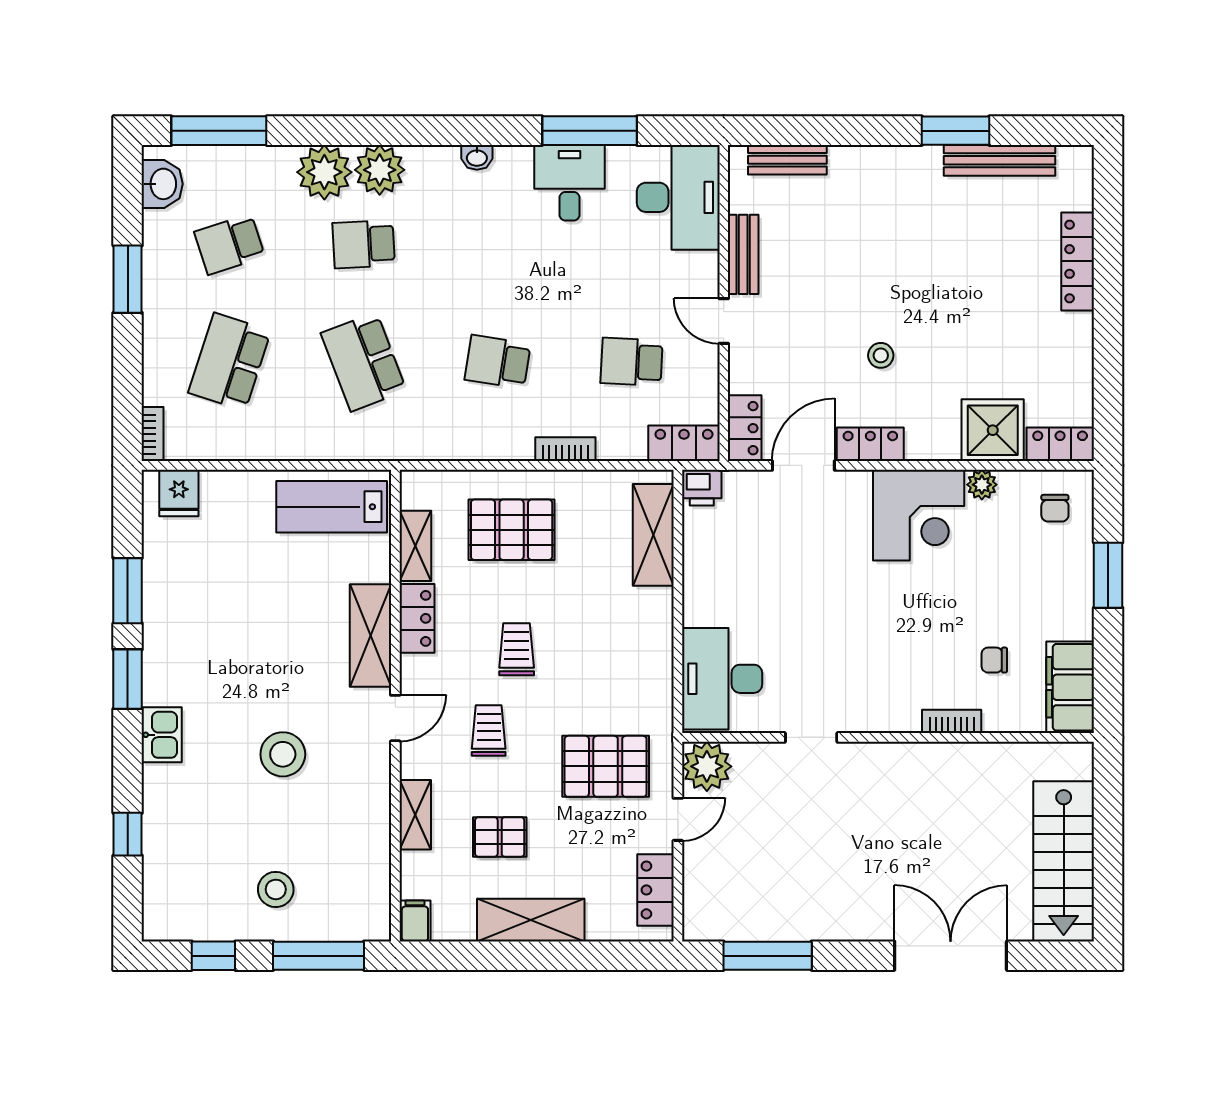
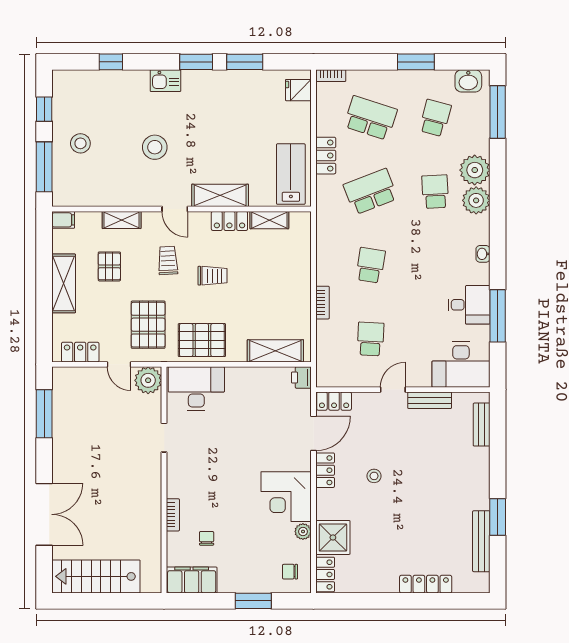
school desk: (230, 244) -> (435, 118), turned 33
locker: (684, 443) -> (326, 156), moved
door: (803, 465) -> (314, 433), hinge flipped
pallet: (512, 530) -> (202, 340), moved, turned 90
trolley: (489, 731) -> (168, 260), turned -93

